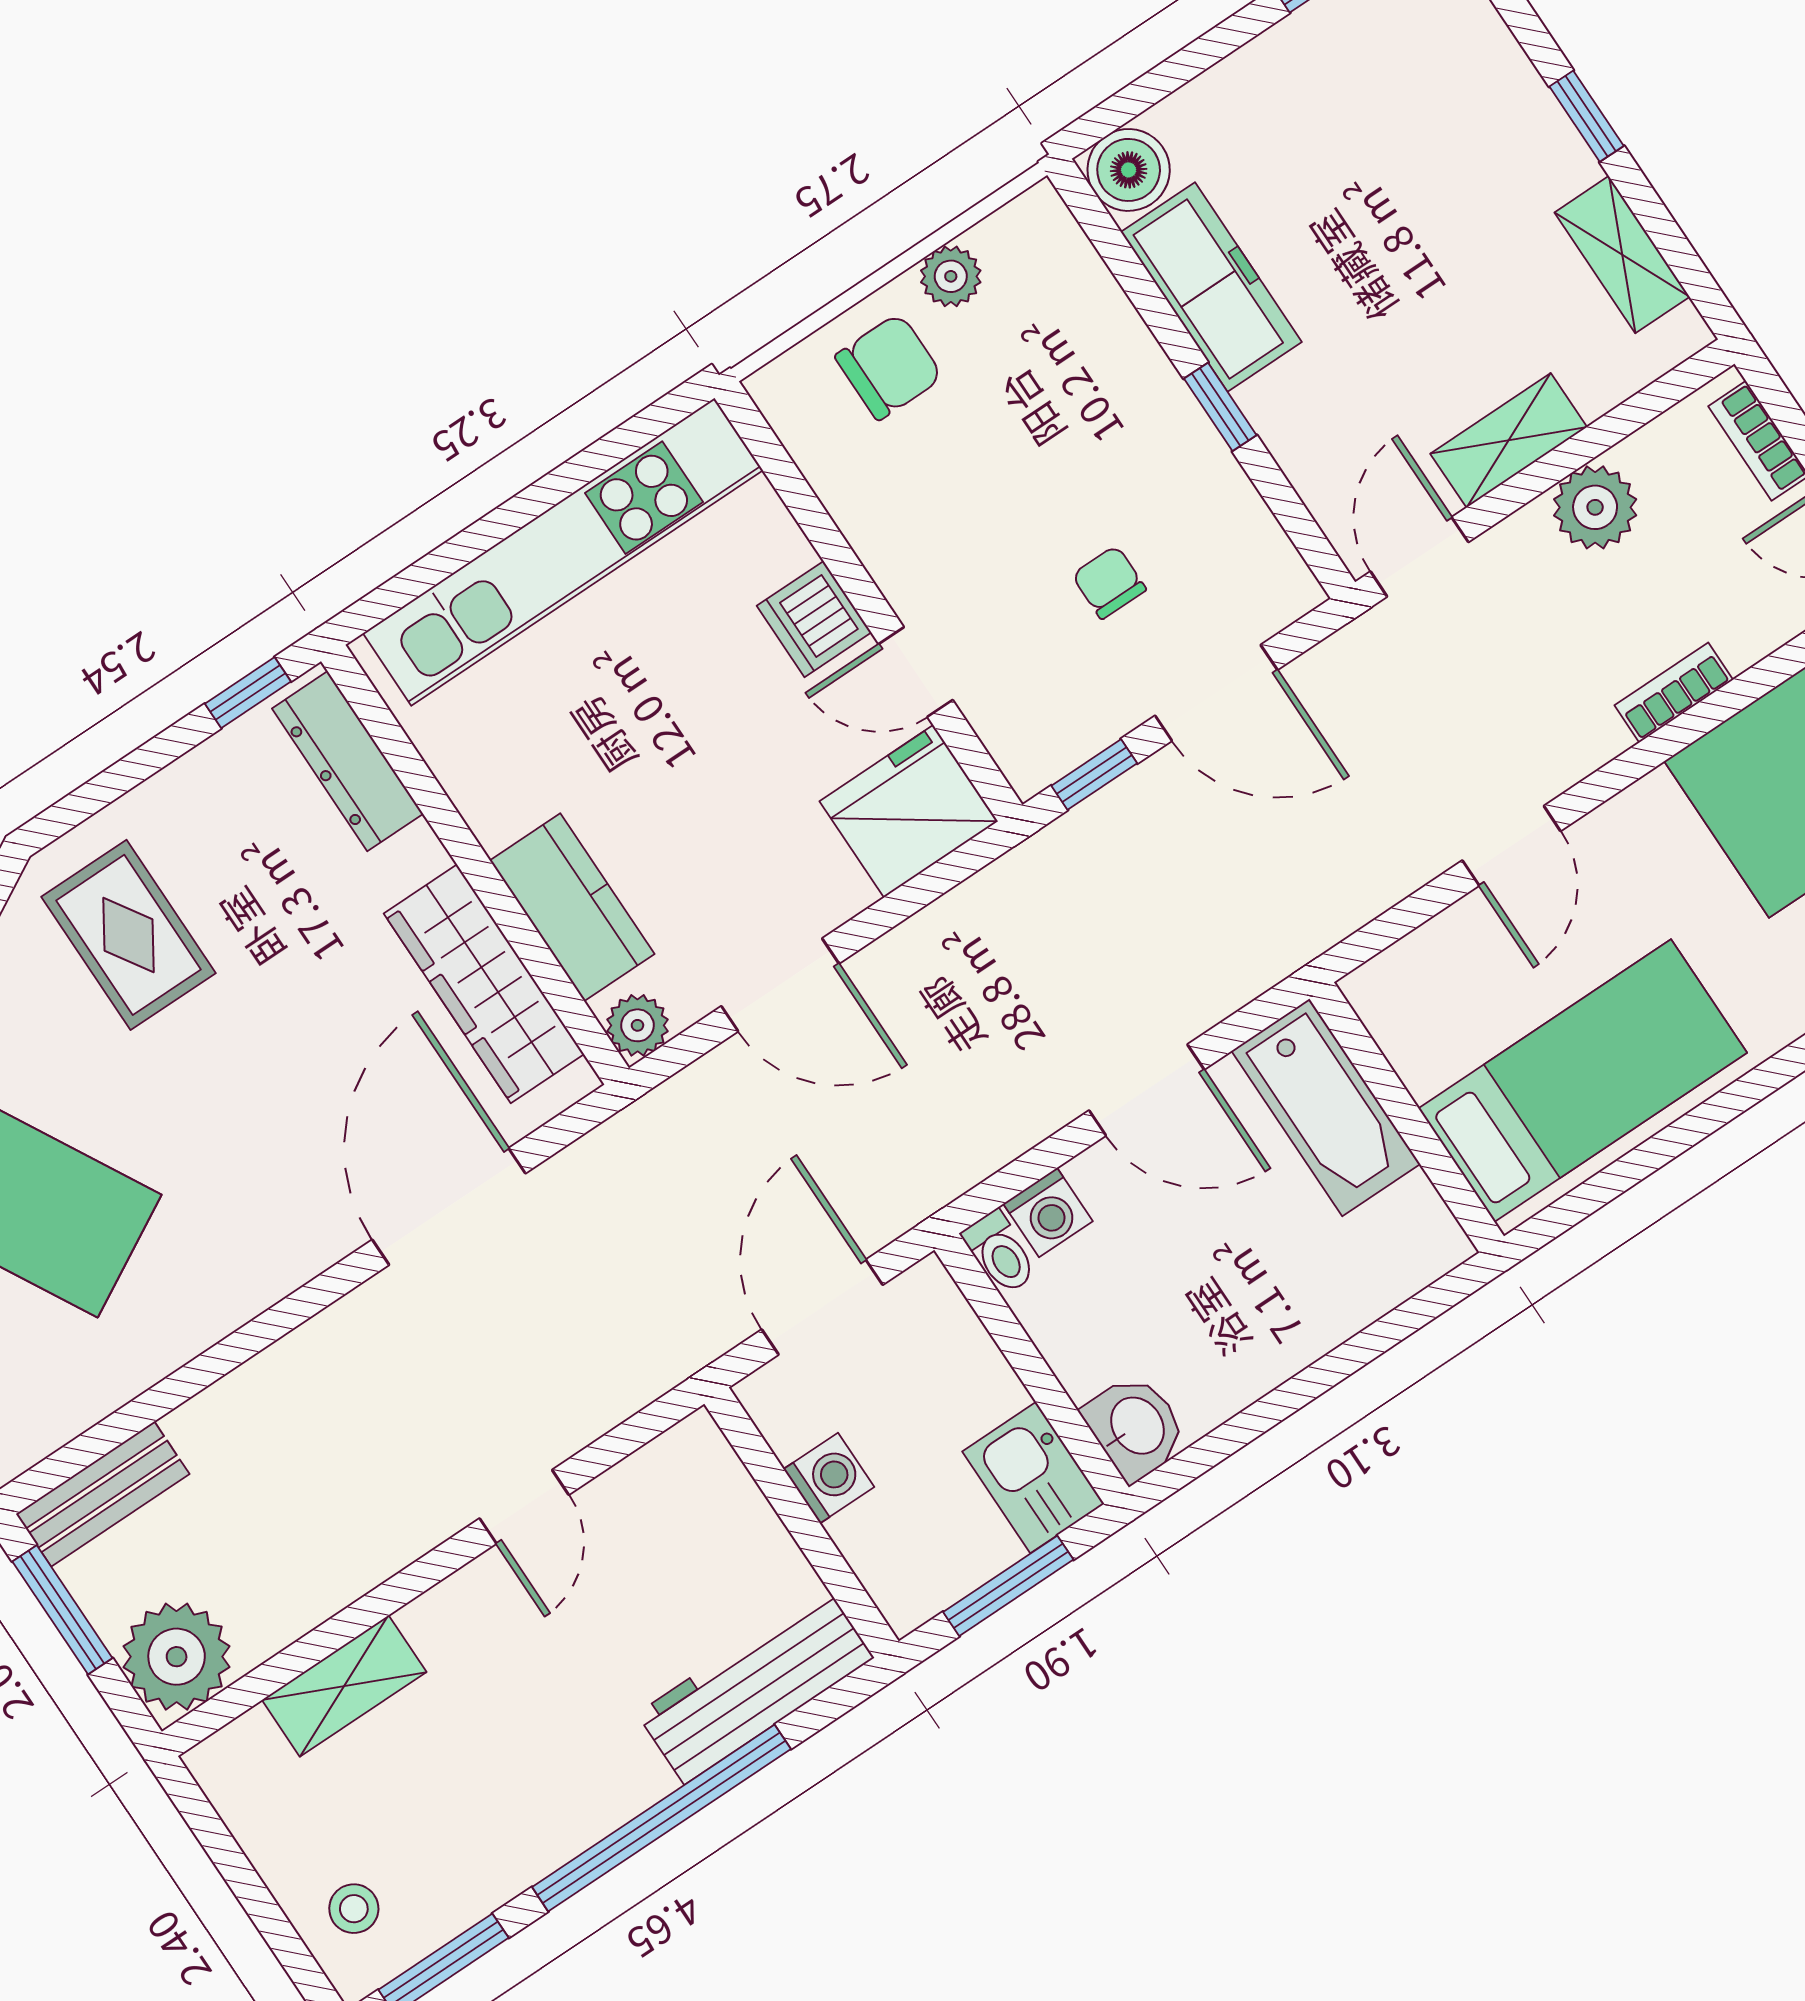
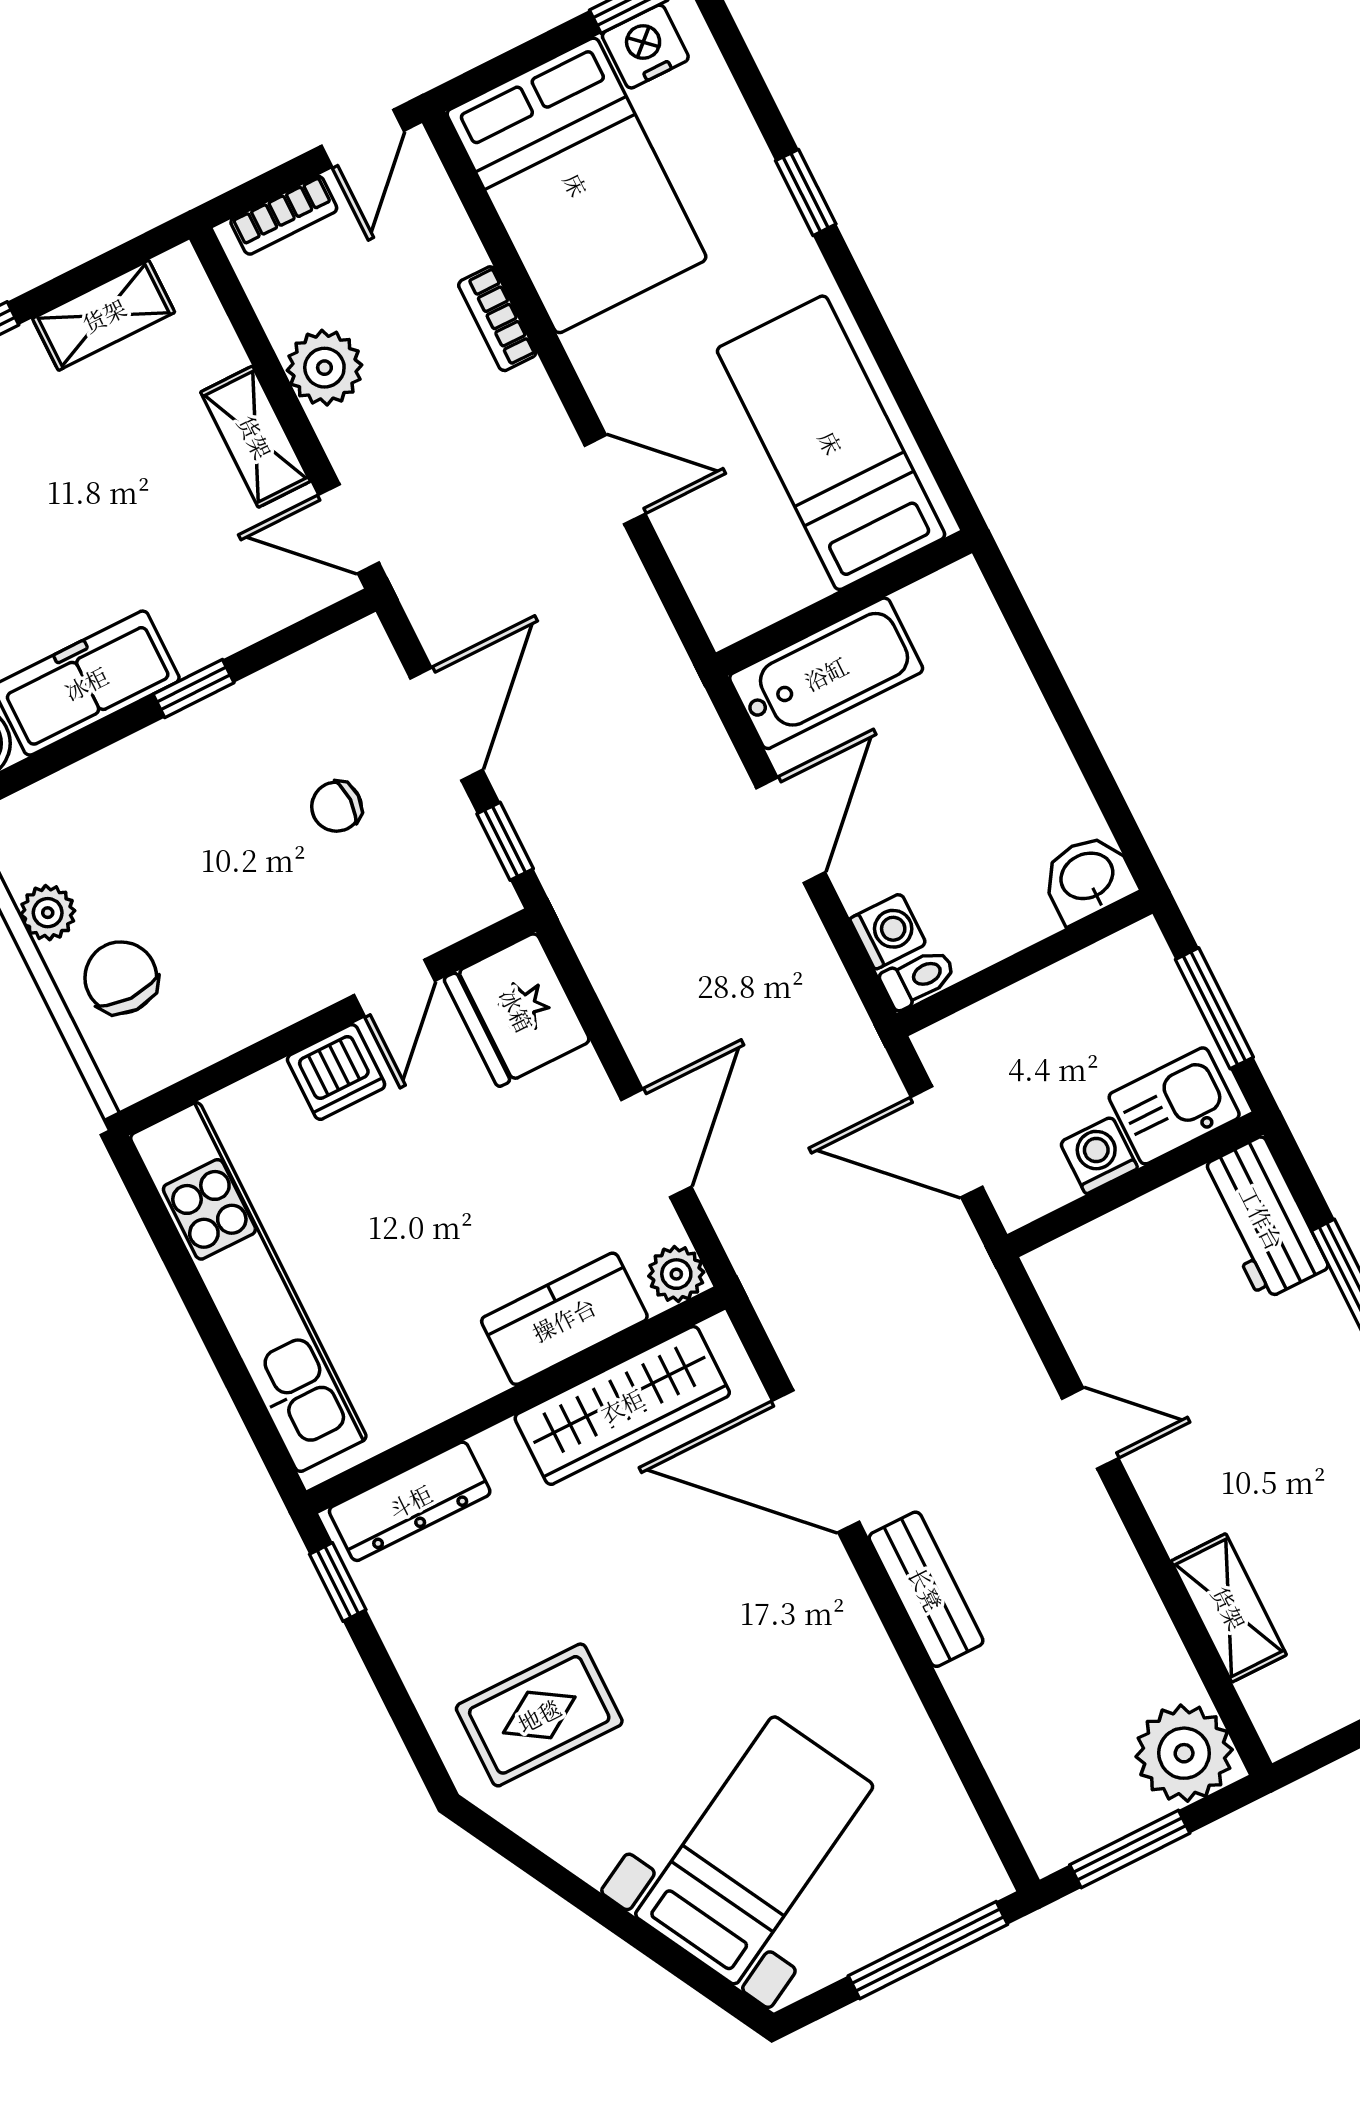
kitchen sink: (1033, 1478) -> (1174, 1106), moved, turned 180
bench: (103, 1494) -> (926, 1589), moved
workbench: (755, 1686) -> (1262, 1218), width x0.73

